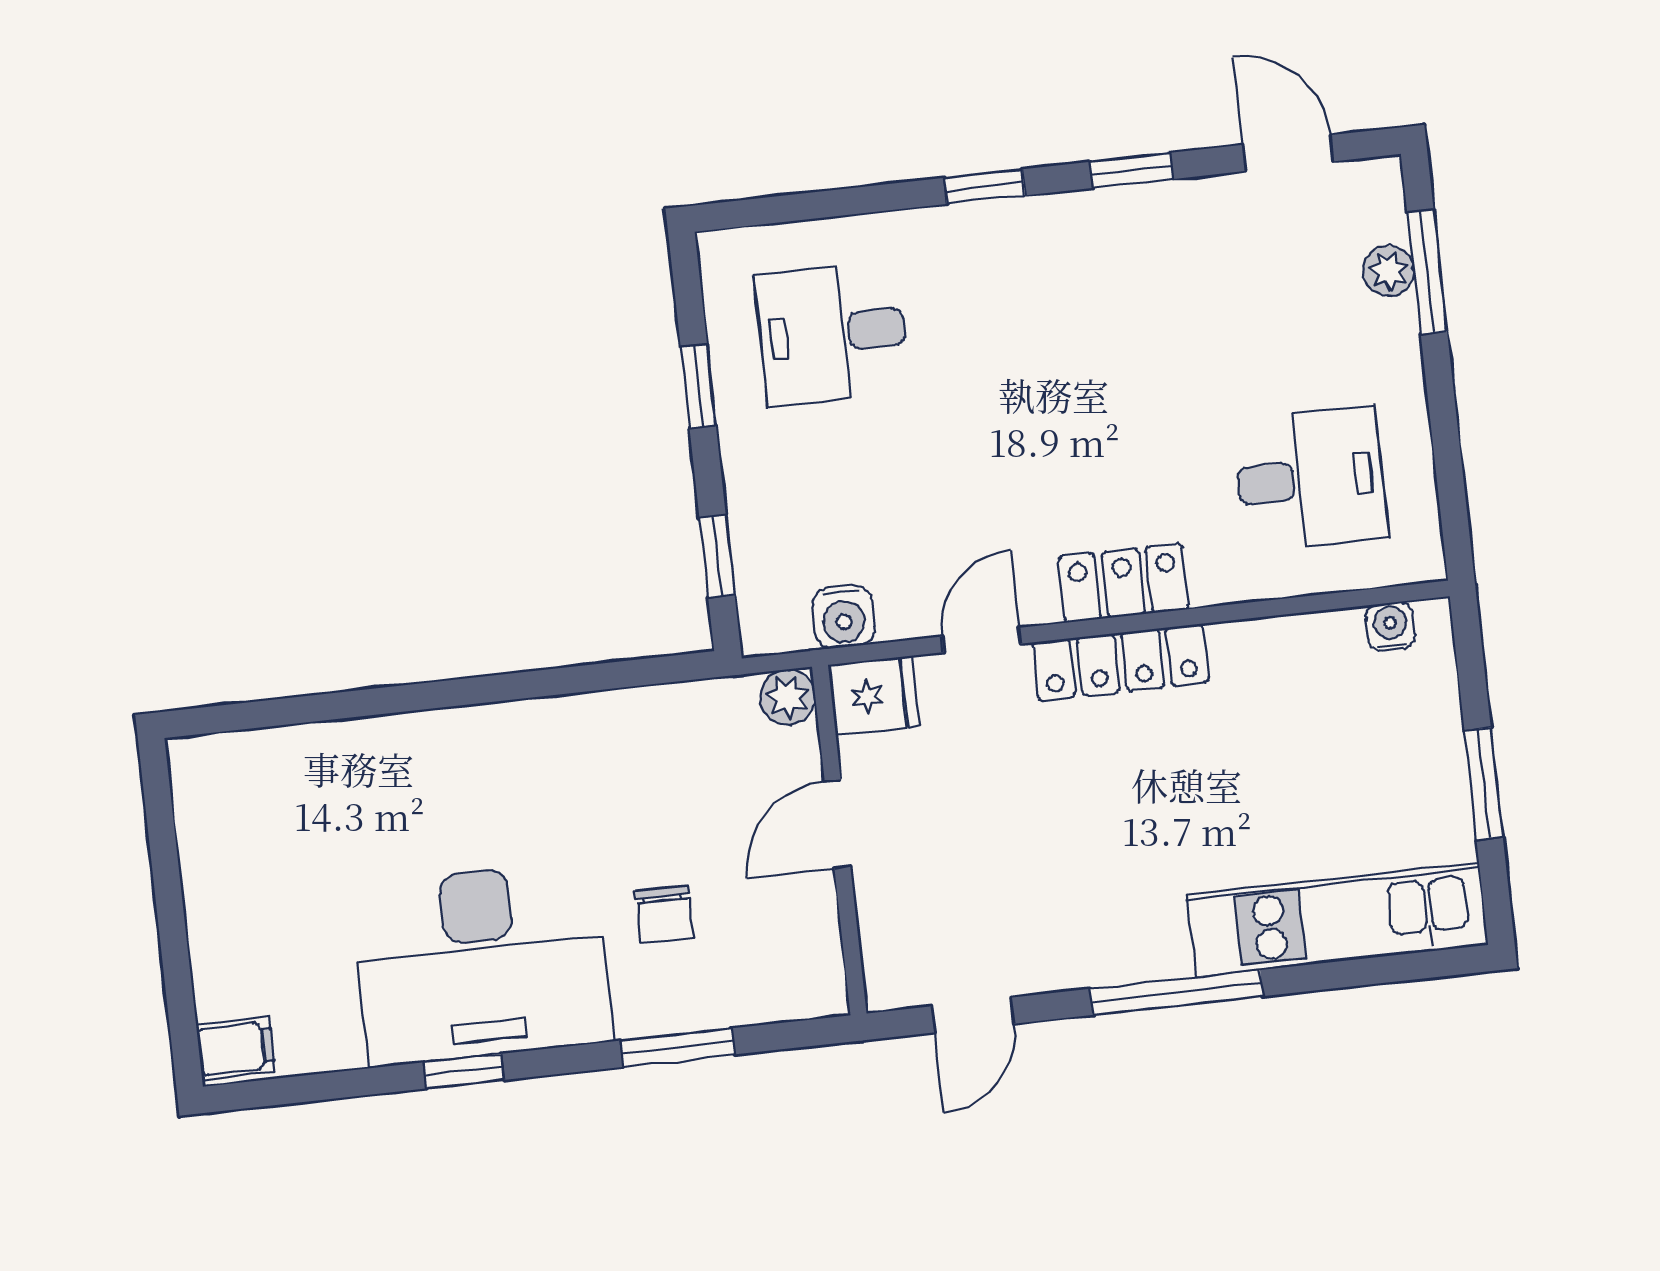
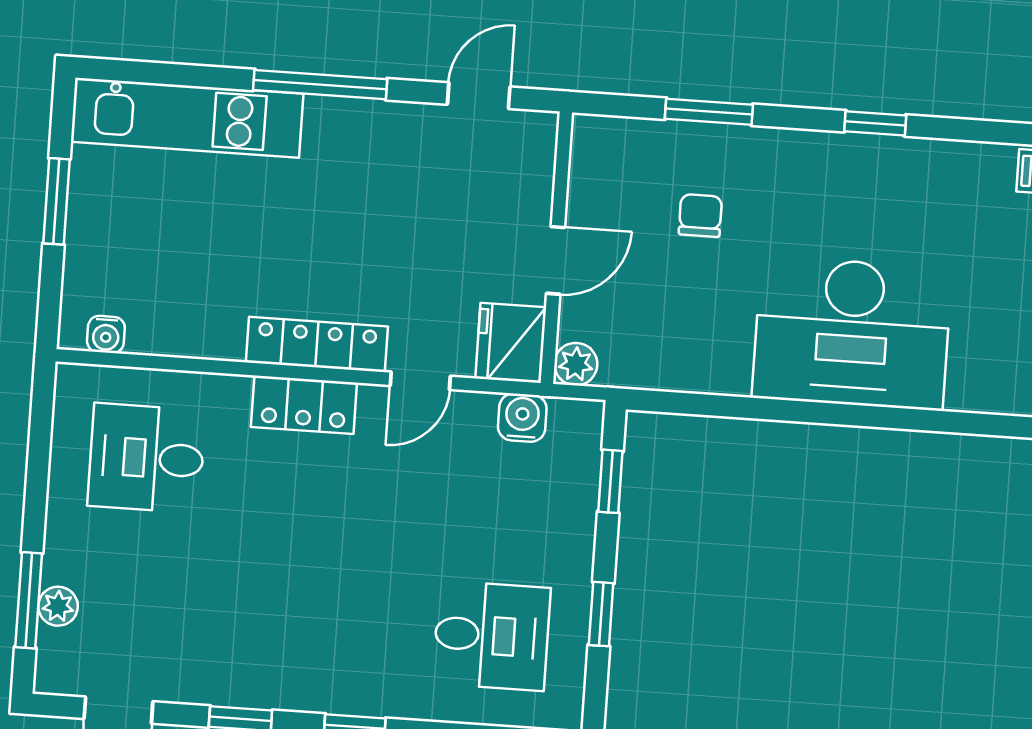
fridge: (874, 695) -> (511, 343), width x1.38
desk: (482, 963) -> (852, 333), moved, turned 180

